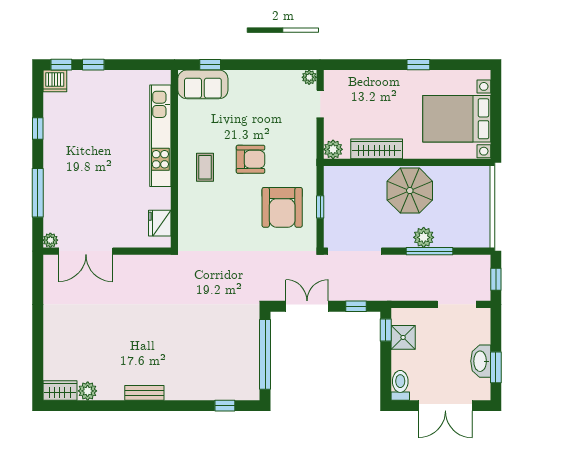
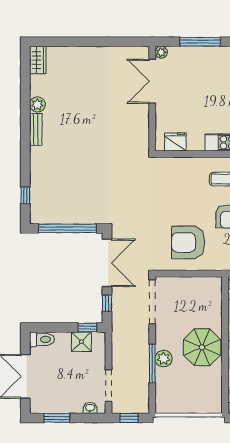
window: (320, 207) -> (188, 274), removed
double door: (307, 306) -> (107, 263), width x1.37
washbasin: (481, 361) -> (90, 408), moved, width x0.52, depth x0.69
plant: (88, 391) -> (37, 104), moved

